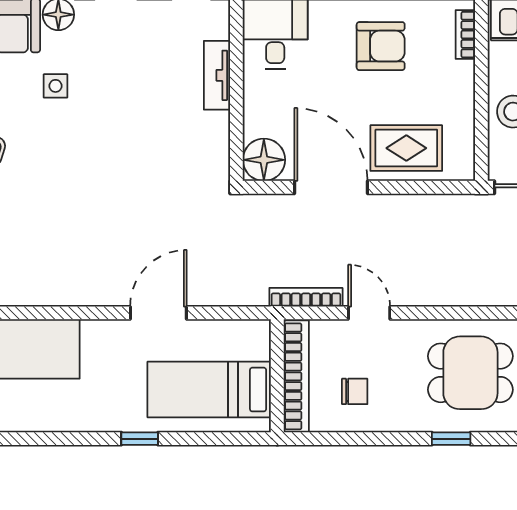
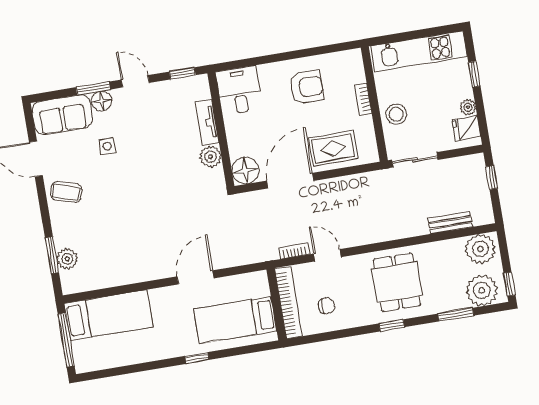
bookcase: (465, 35) -> (363, 99), moved
plant: (213, 129) -> (210, 157), added
door: (331, 187) -> (290, 181), hinge flipped
bookcase: (306, 297) -> (294, 251), width x0.64
dining table: (470, 373) -> (397, 282), turned 90

